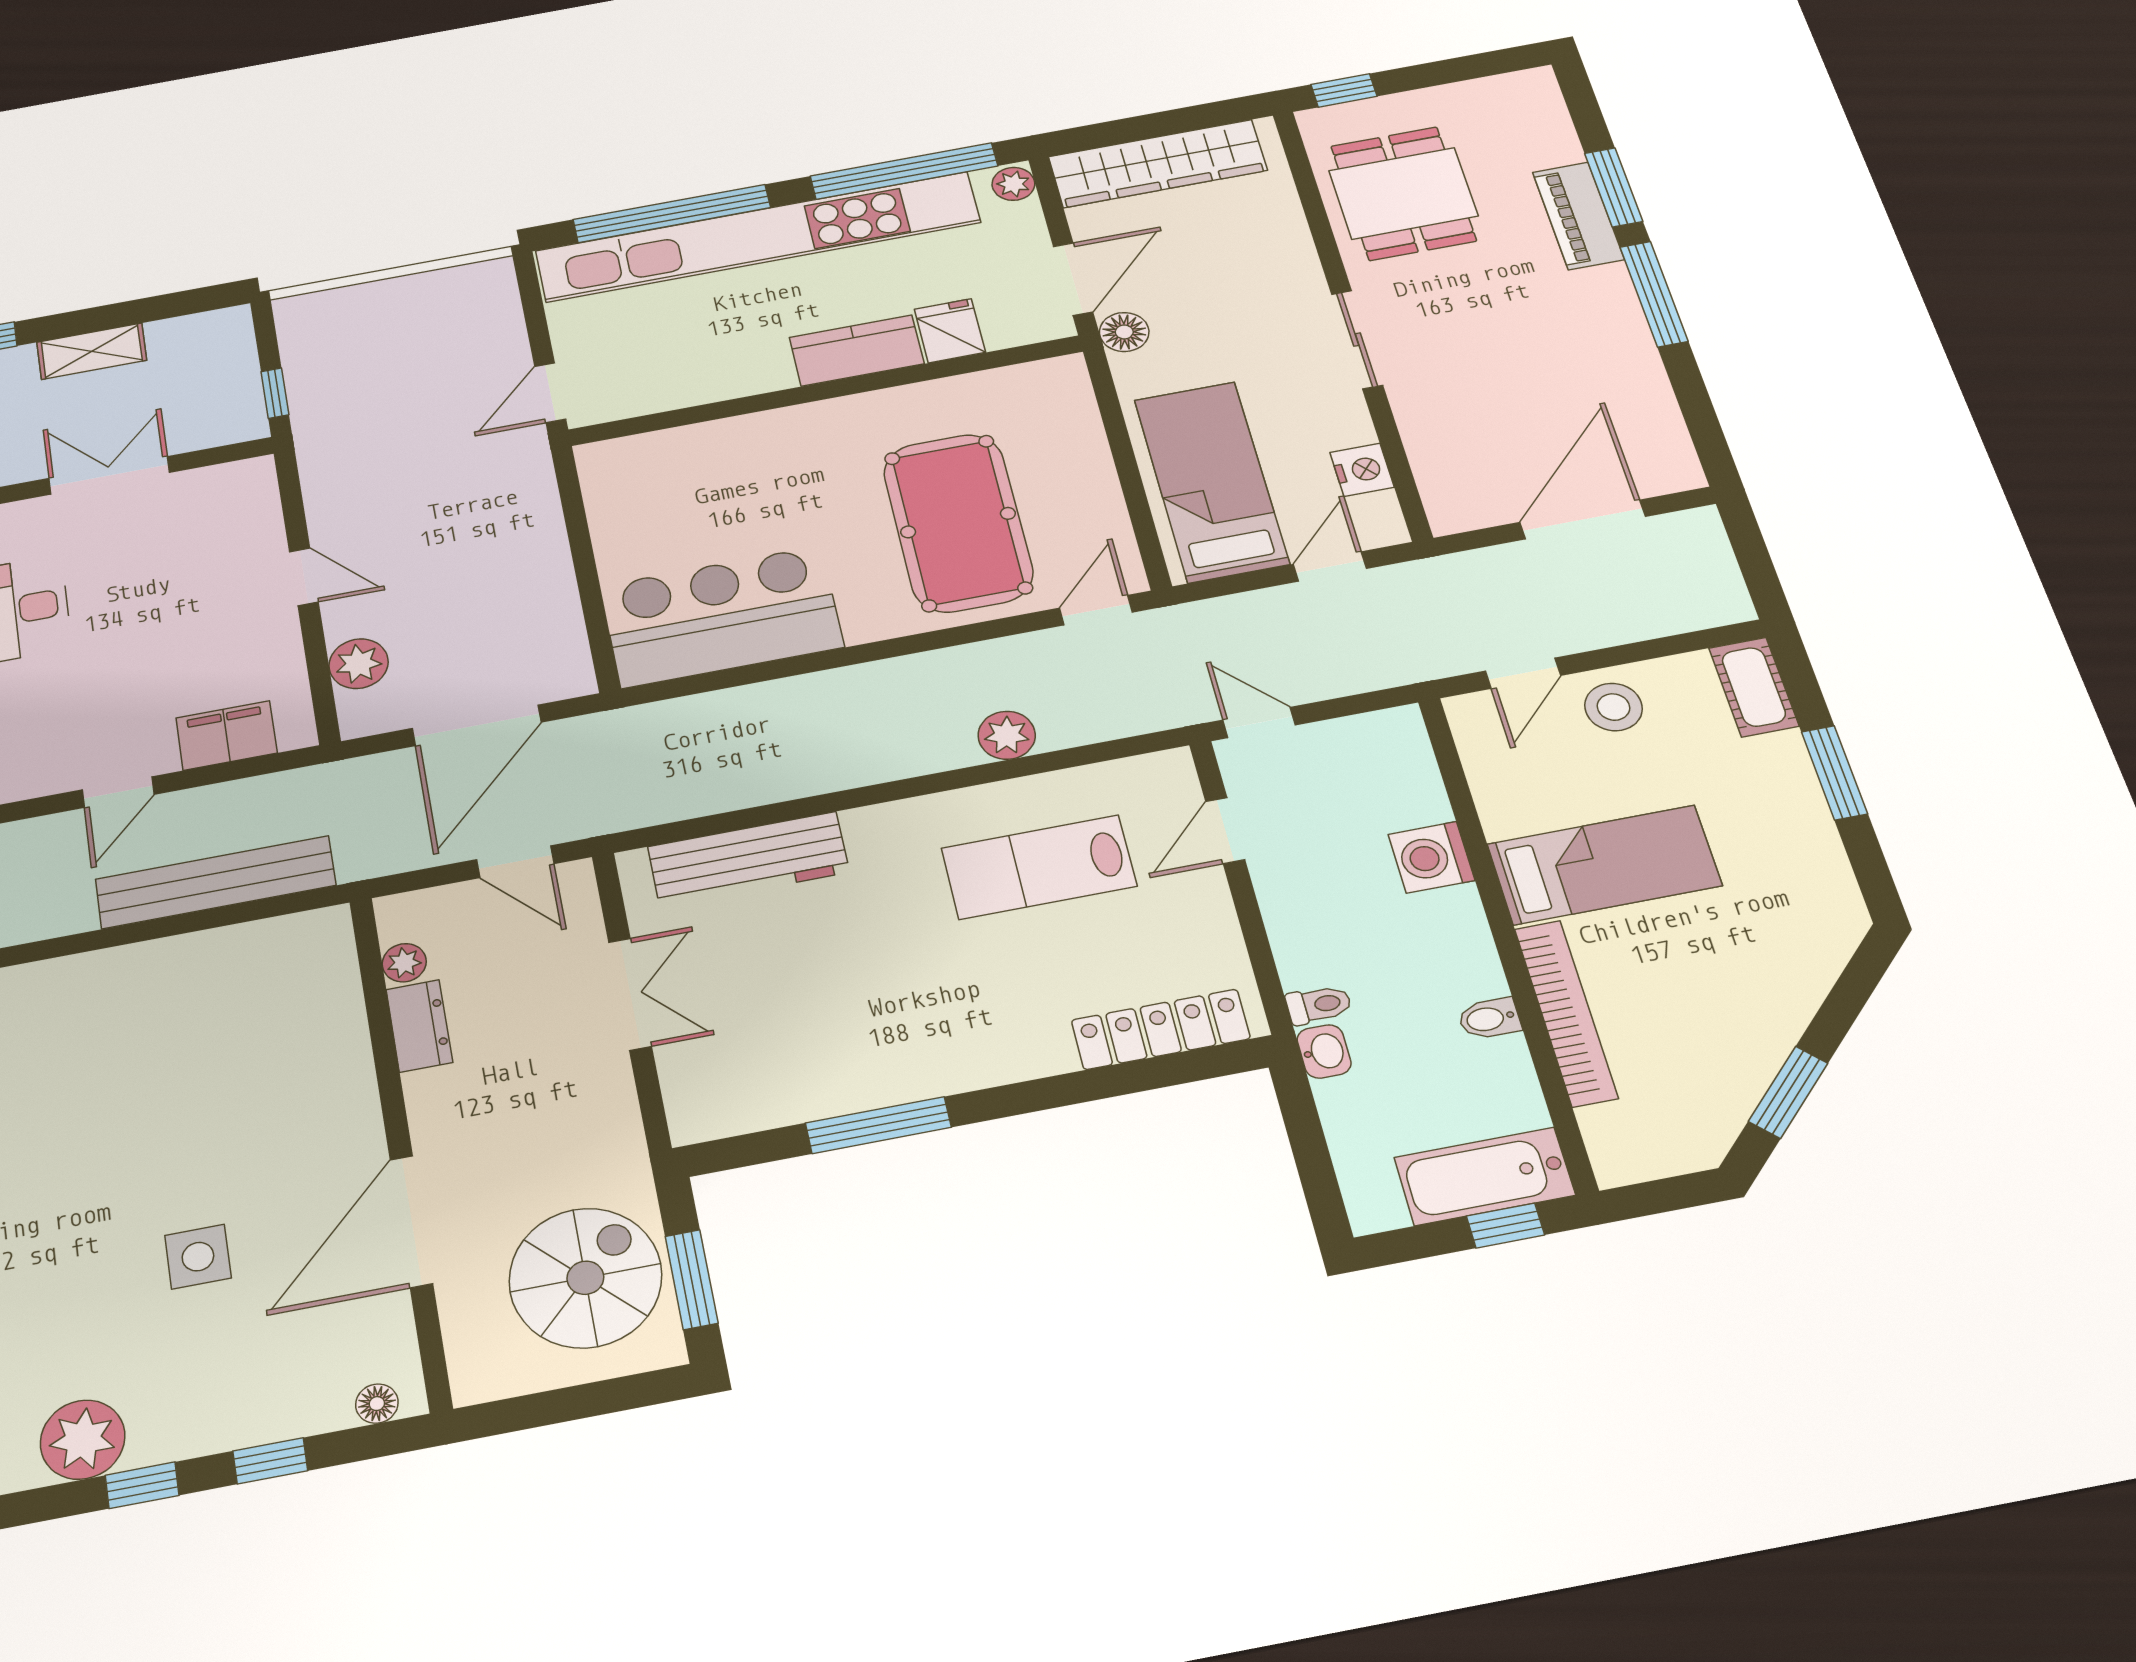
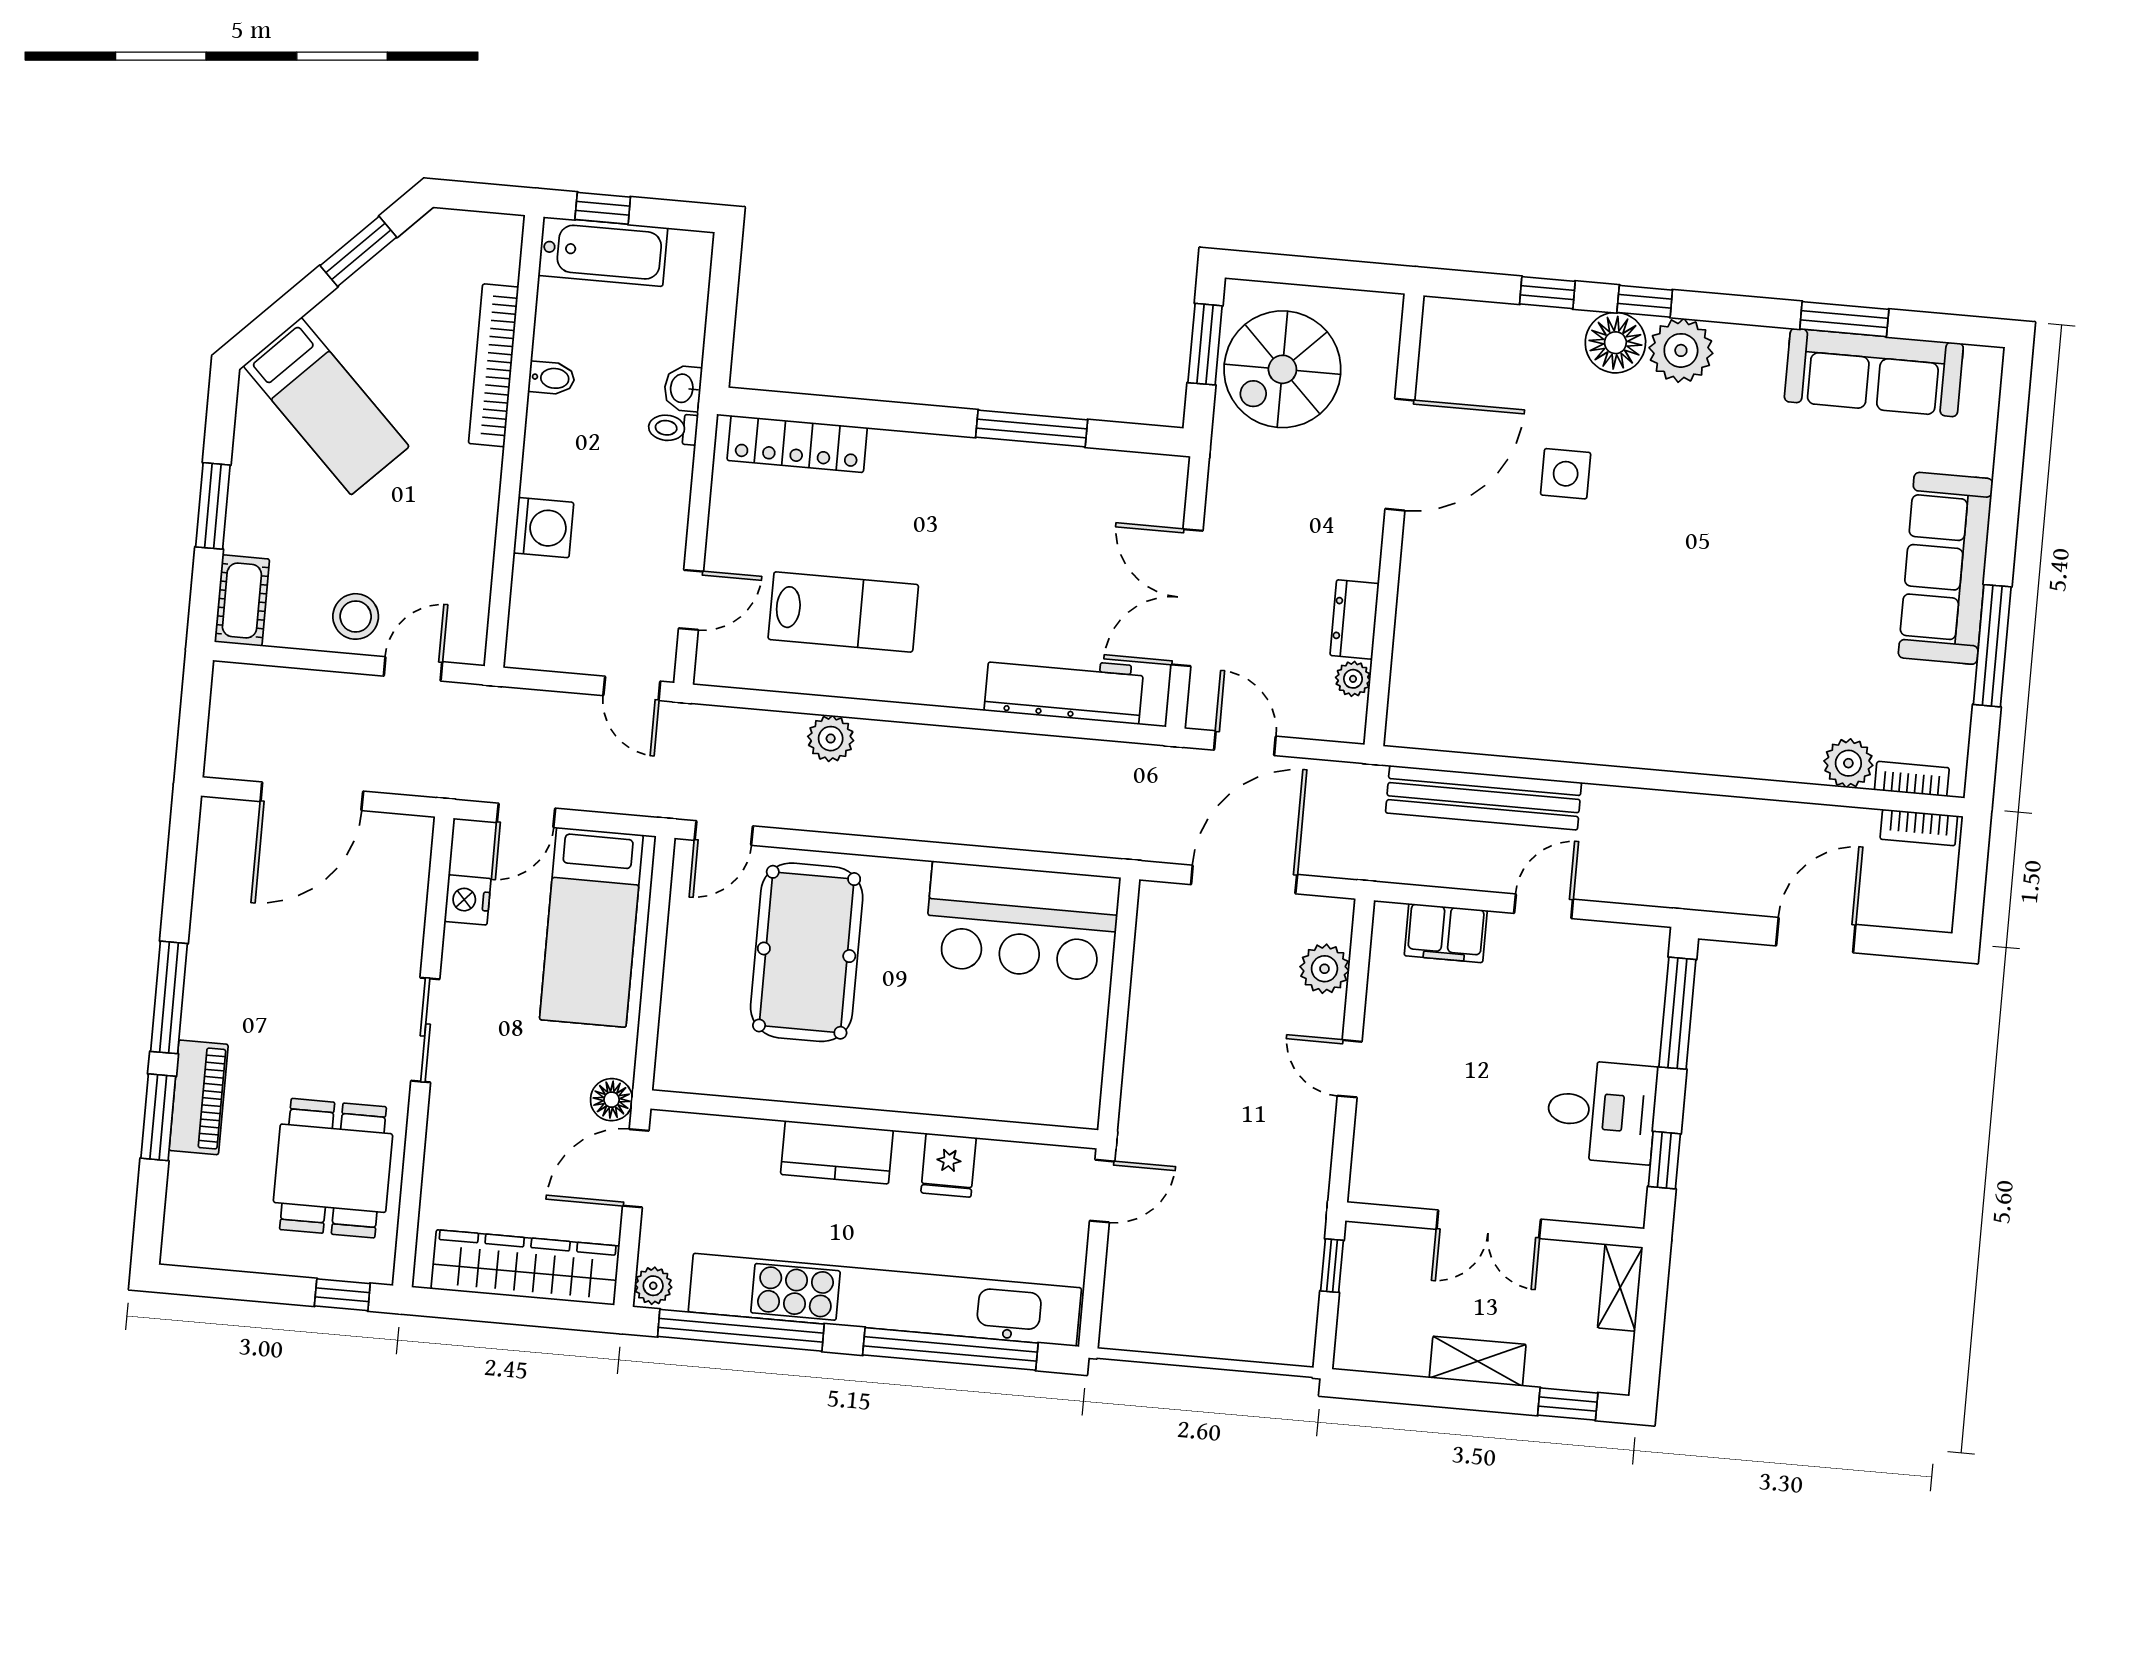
fridge: (950, 331) -> (949, 1165), moved
bed: (1604, 865) -> (326, 406), moved, turned -135
double door: (630, 994) -> (1187, 598), width x1.37
floor lamp: (377, 1404) -> (1615, 343), moved, width x1.89, depth x1.89

